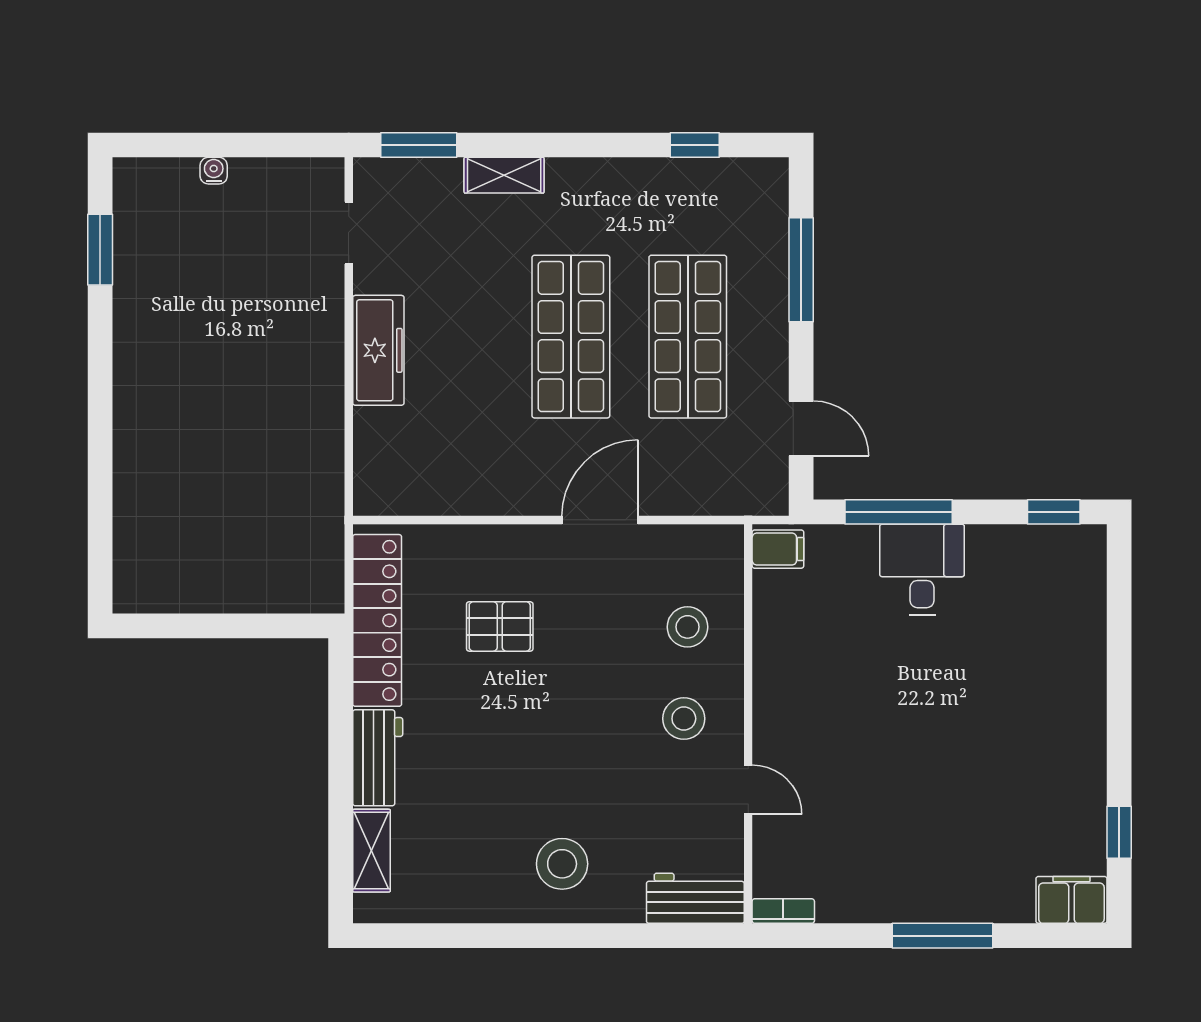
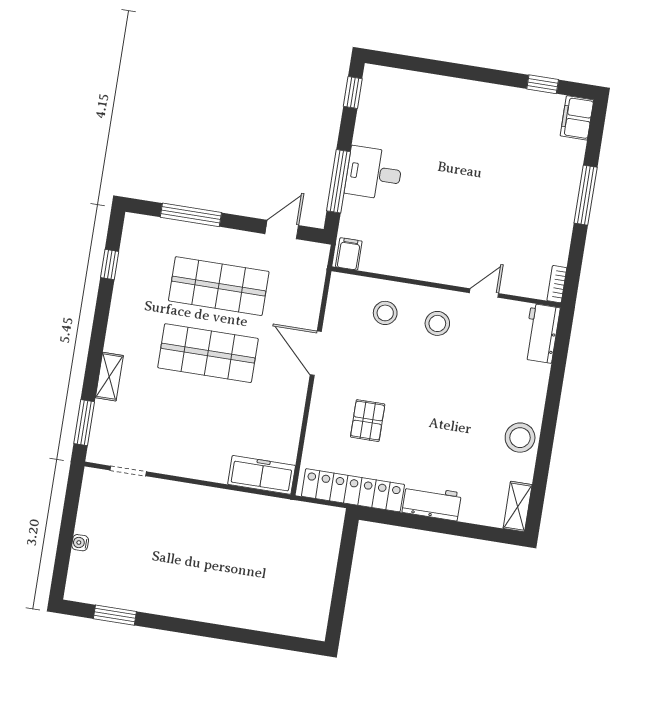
freezer: (378, 350) -> (262, 475), moved
shelving: (371, 851) -> (518, 507), moved, turned 90
stool: (562, 864) -> (520, 438), moved

